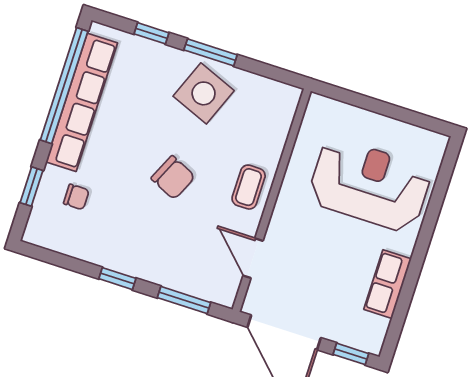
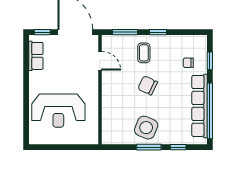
coffee table: (249, 187) -> (144, 53), moved
row of seats: (388, 284) -> (36, 56), moved

